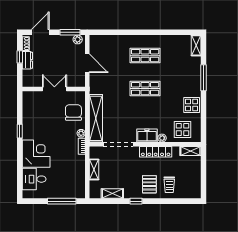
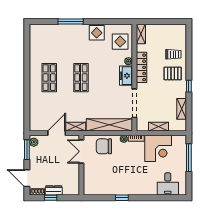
shelving: (196, 45) -> (76, 127), moved
double door: (54, 89) -> (81, 151), moved
corner desk: (36, 154) -> (158, 148), moved, turned 180

